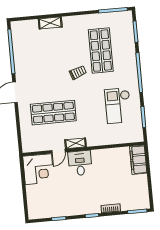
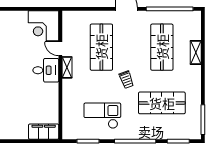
shop shelf: (48, 55) -> (162, 47), added
trolley: (78, 72) -> (126, 80), moved

